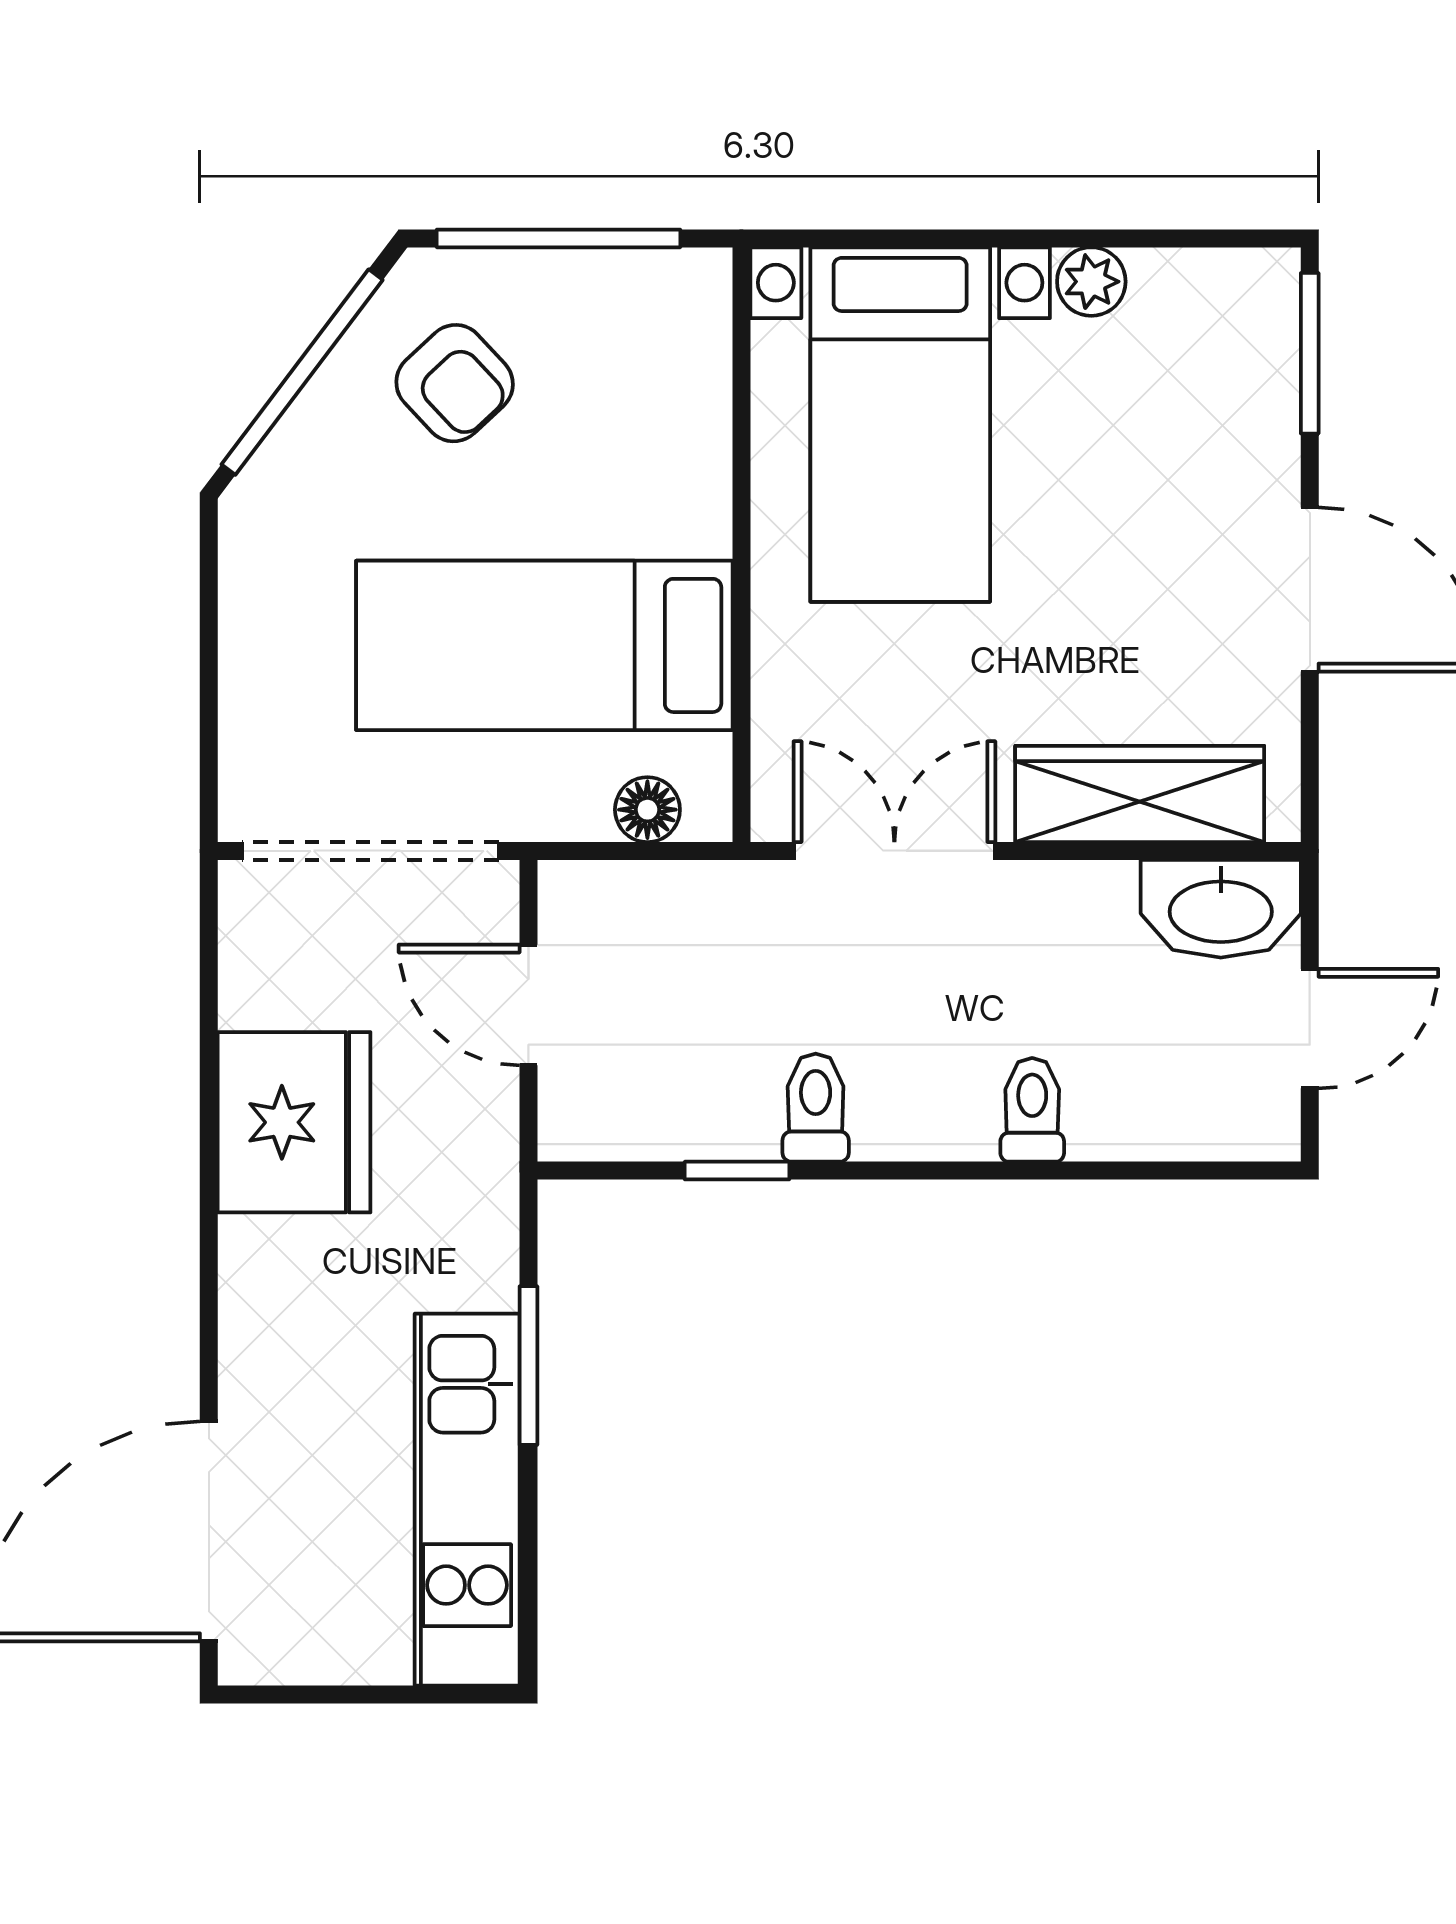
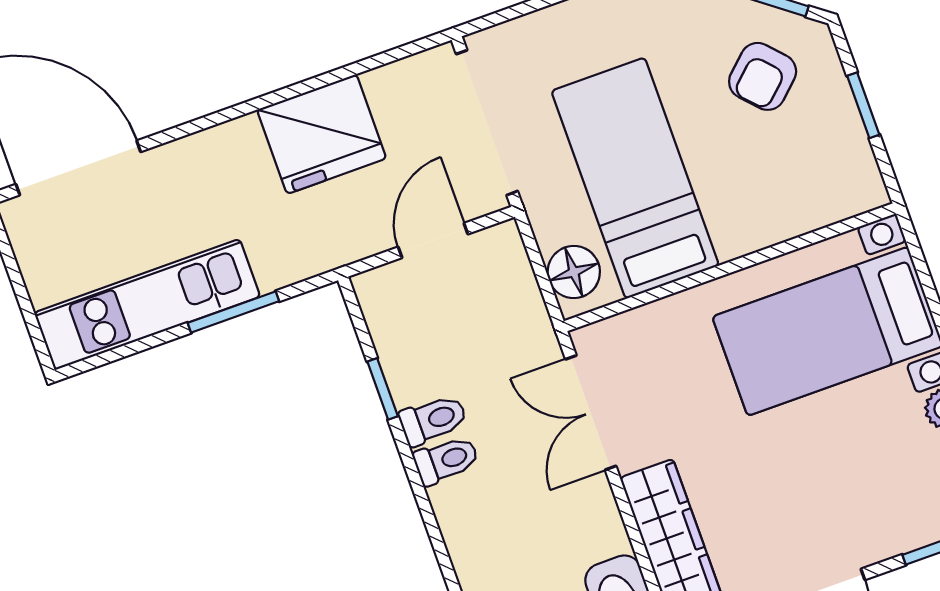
window: (558, 238) -> (863, 105), width x0.46
floor lamp: (647, 810) -> (574, 272), width x1.37, depth x1.37
double door: (894, 851) -> (591, 413), swing flipped
toilet: (1032, 1110) -> (446, 460), moved

